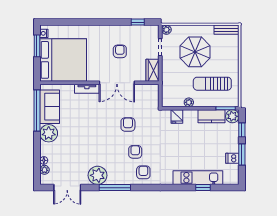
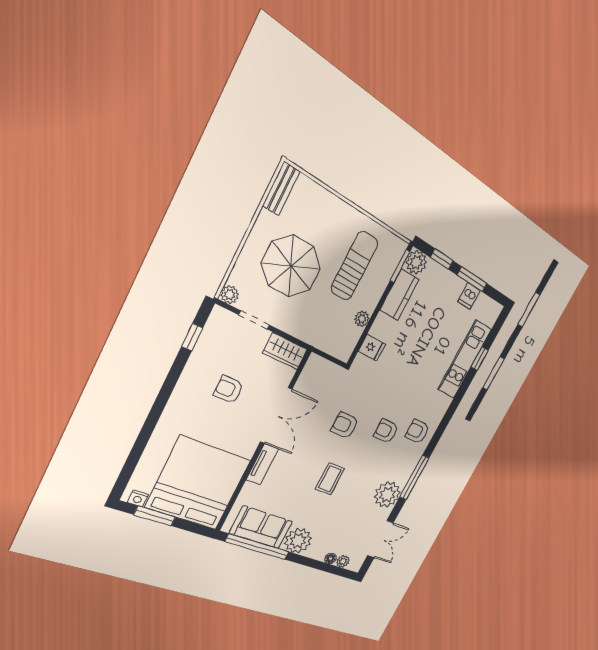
sun lounger: (212, 84) -> (354, 266), turned 180
coffee table: (93, 133) -> (330, 479), added

